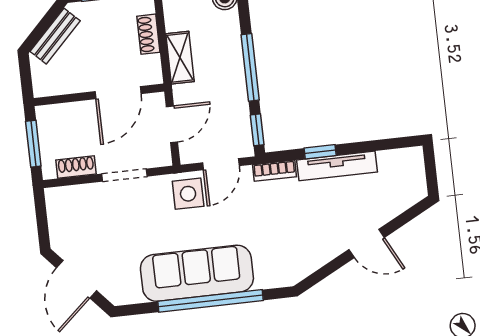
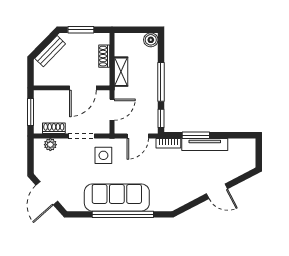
window: (320, 152) -> (196, 135), width x1.50
side table: (188, 194) -> (103, 155), moved
plant: (73, 196) -> (50, 145), added

